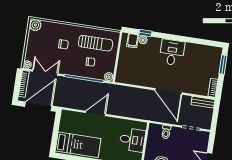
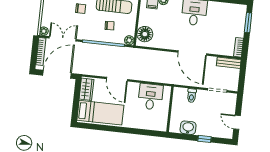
floor lamp: (124, 71) -> (145, 34), added
door: (95, 113) -> (117, 79), swing flipped
wardrobe: (66, 122) -> (86, 89), added
desk: (132, 140) -> (151, 97), moved, turned -90

